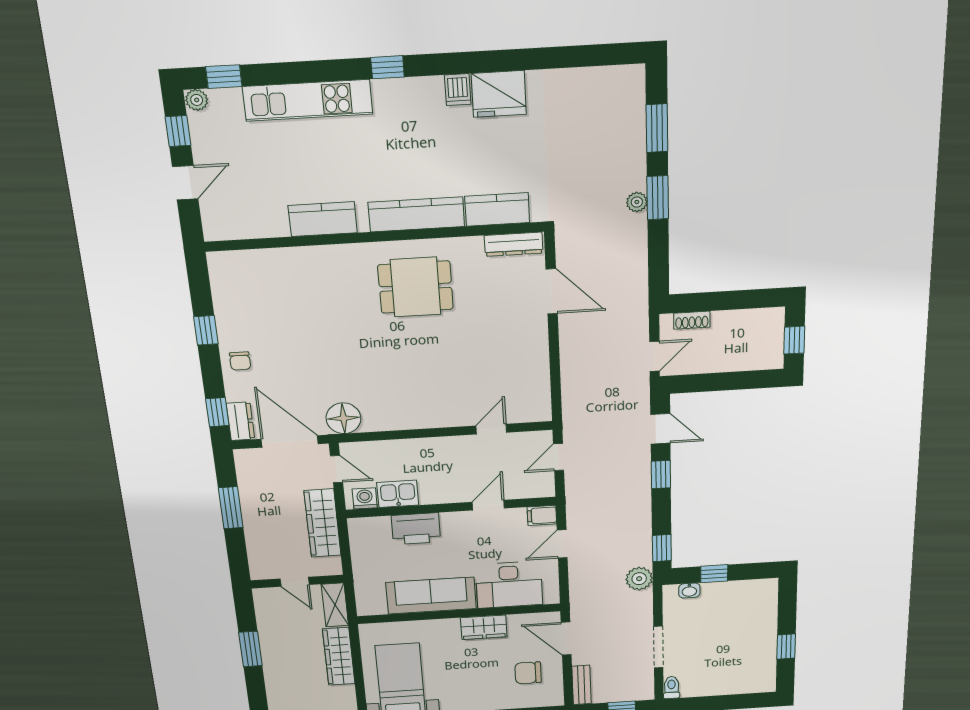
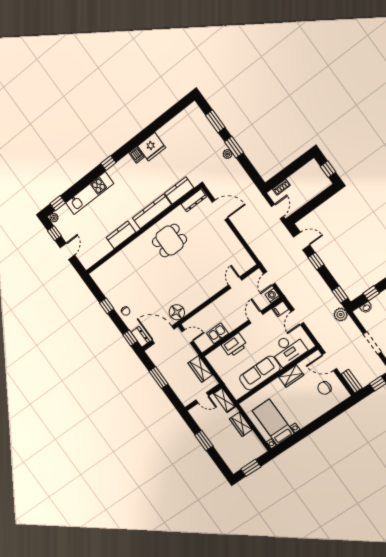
washing machine: (365, 498) -> (272, 296), moved
wardrobe: (323, 523) -> (200, 369), width x0.67
wardrobe: (339, 656) -> (241, 424), width x0.67

